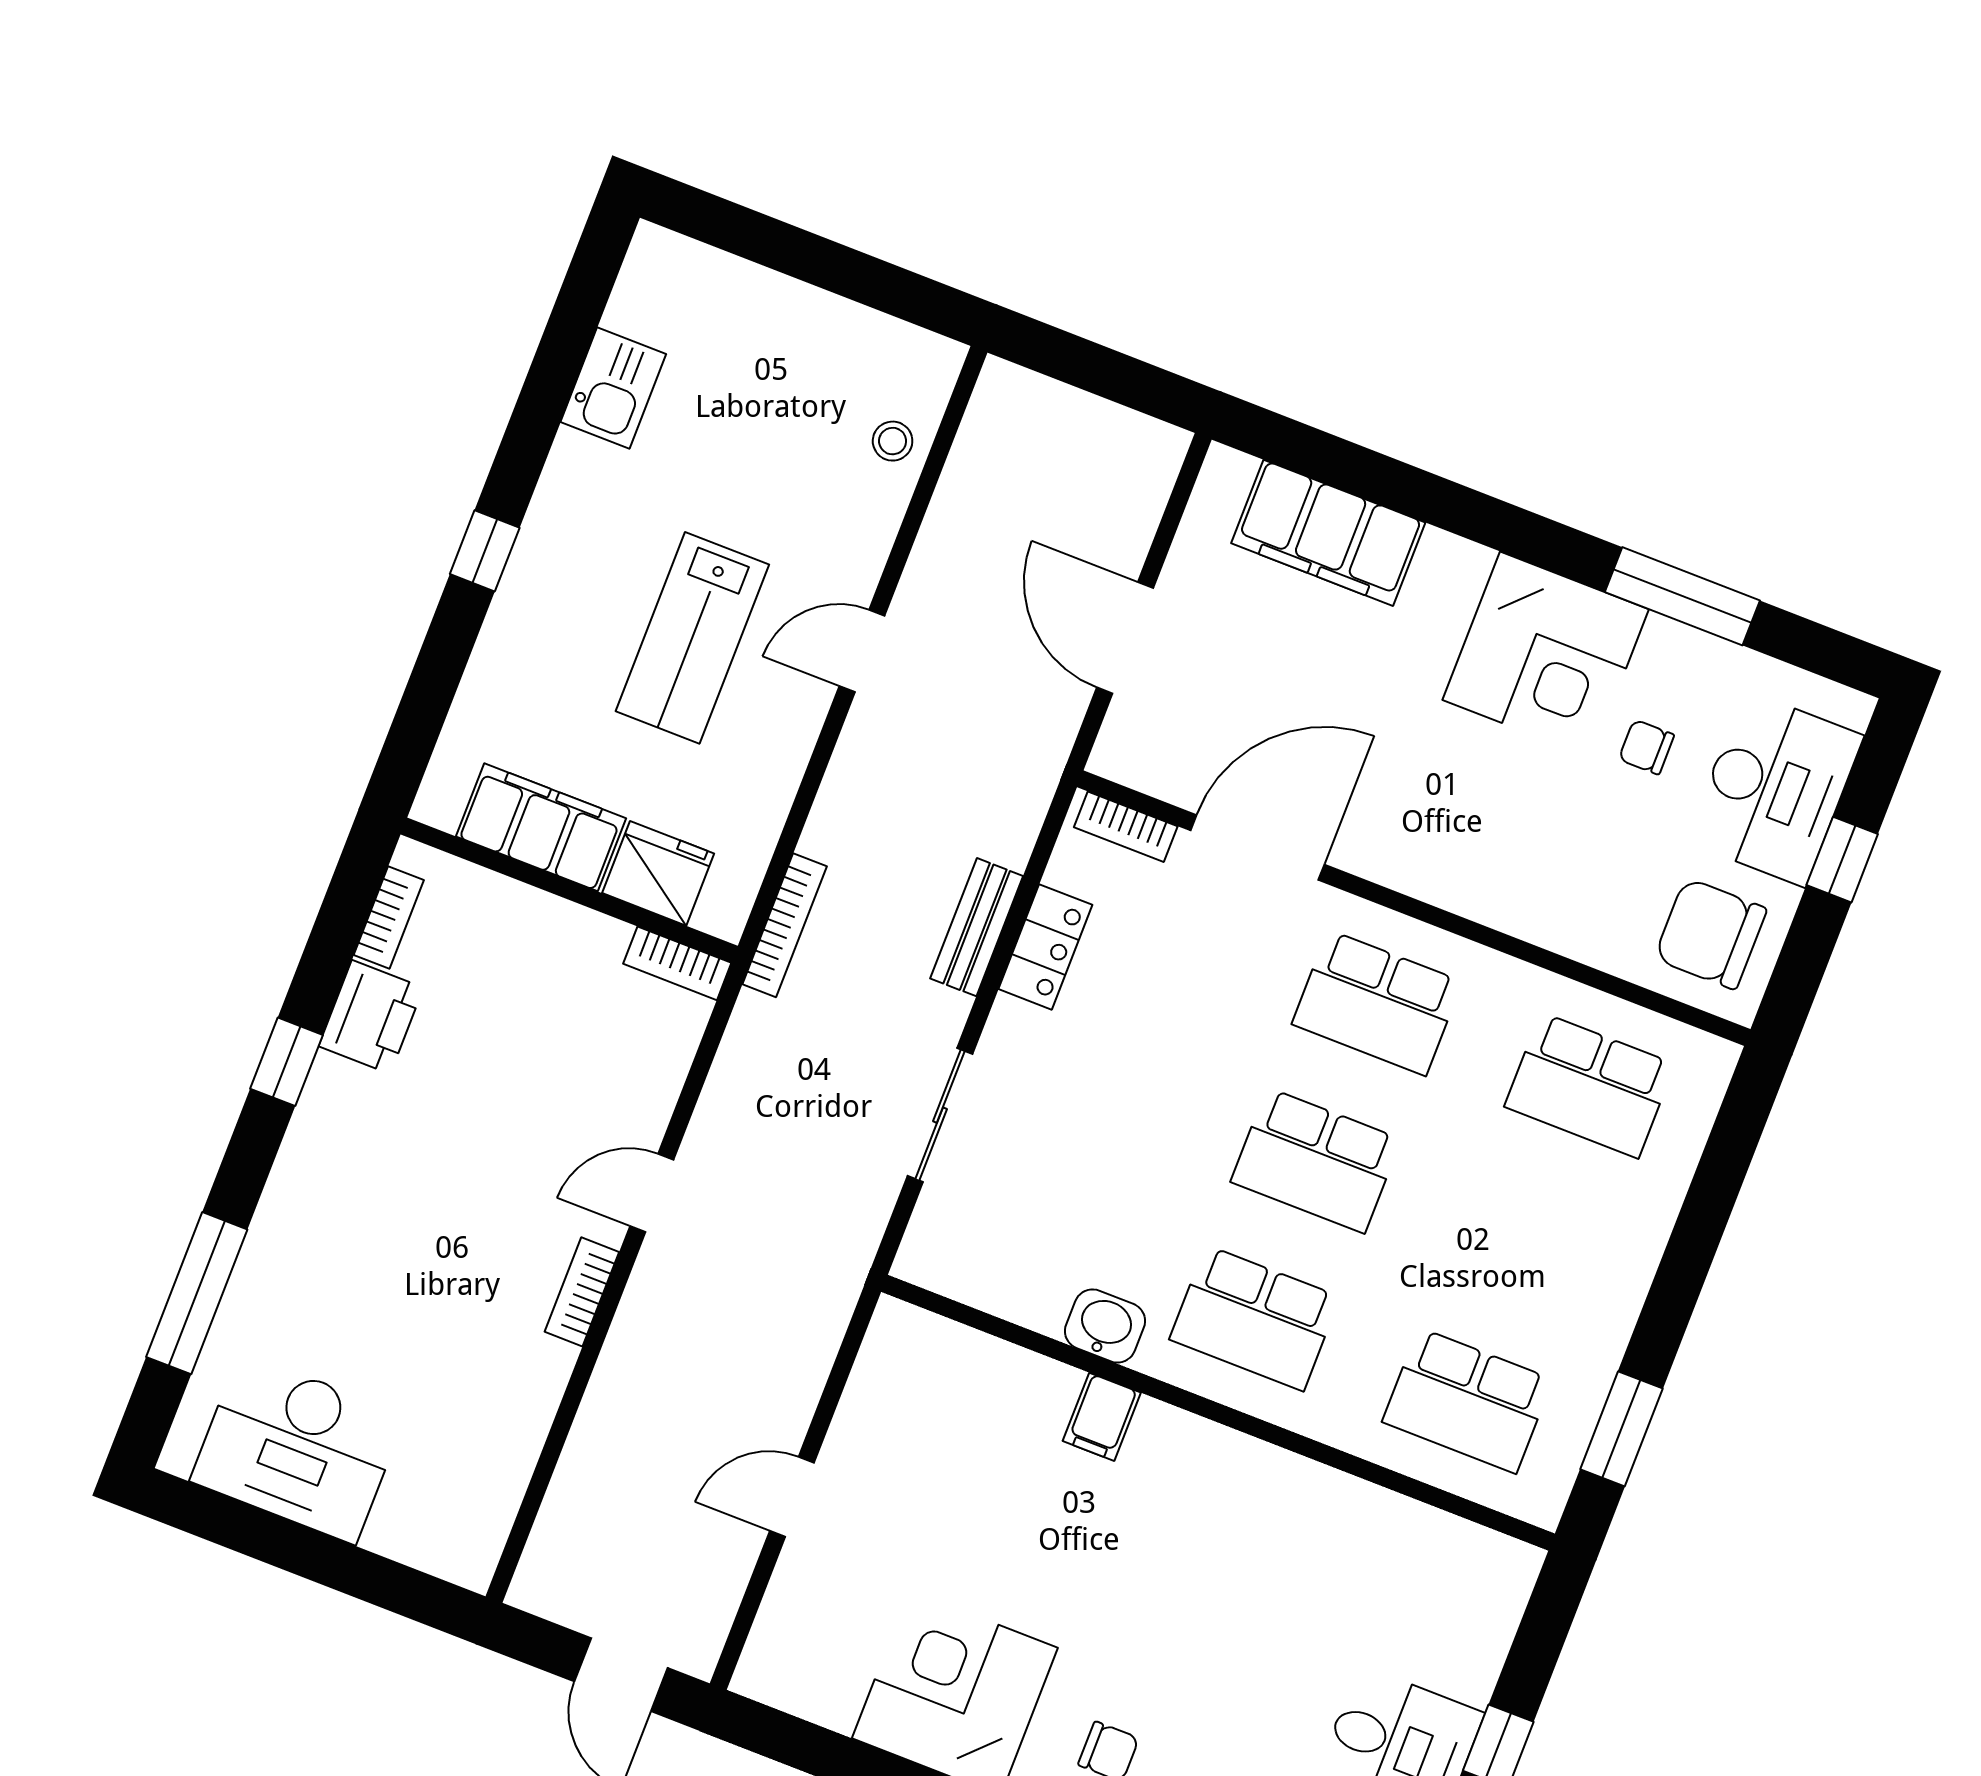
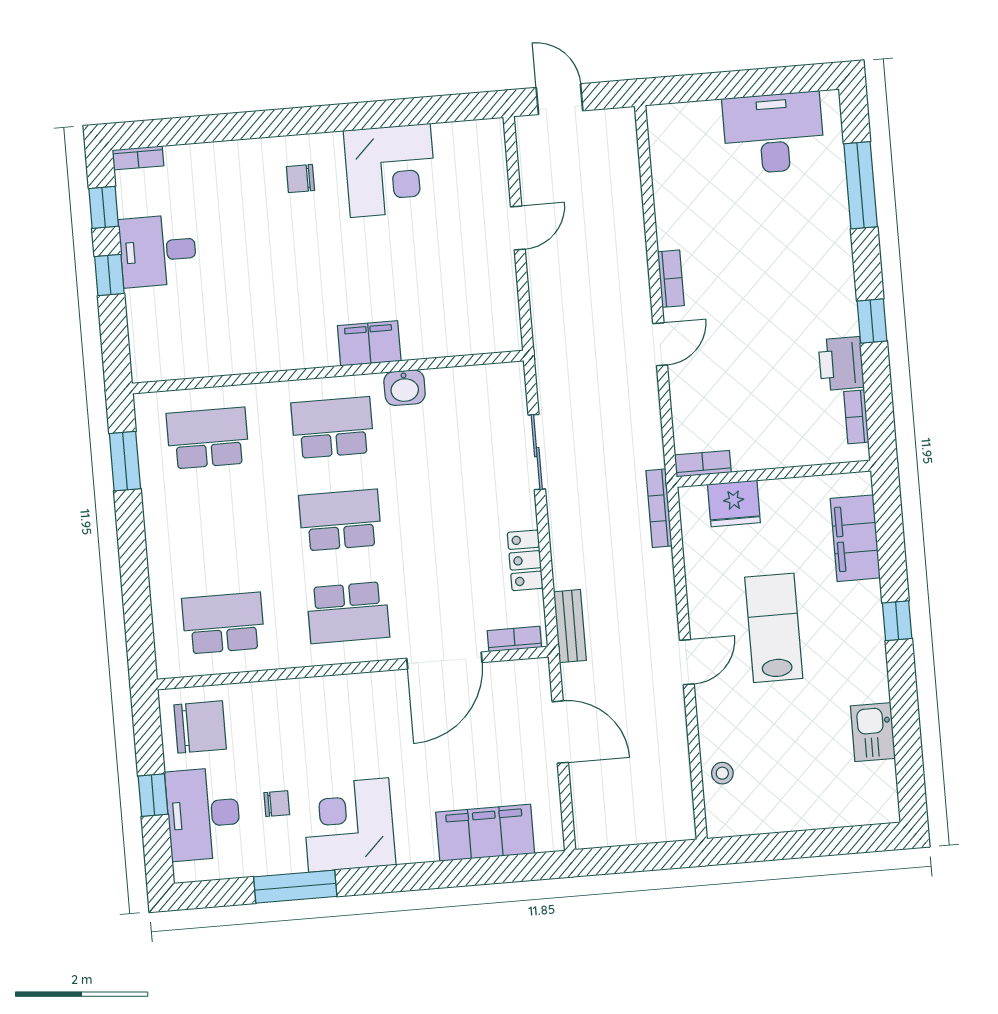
filing cabinet: (541, 827) -> (855, 538), moved, turned 90
bench: (977, 927) -> (570, 626), moved
school desk: (1377, 1003) -> (348, 613), turned 180
filing cabinet: (1102, 1417) -> (369, 343), width x2.00

